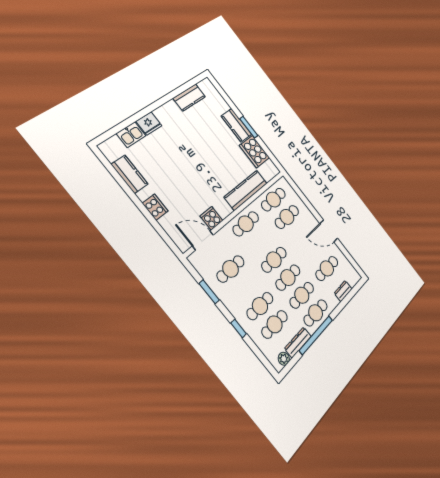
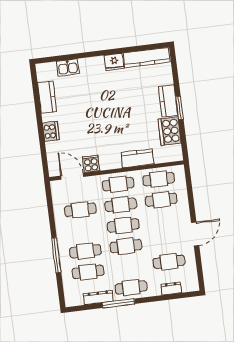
kitchen counter: (189, 97) -> (147, 58), width x1.50
fridge: (149, 123) -> (114, 62), moved
kitchen counter: (246, 190) -> (138, 158), width x0.67
door: (329, 231) -> (195, 234), swing flipped
window: (209, 292) -> (51, 216), removed
cafe table: (302, 295) -> (121, 205), moved
window: (239, 329) -> (56, 255), width x2.17
window: (316, 335) -> (118, 303), width x0.68
plant: (284, 359) -> (78, 300), removed

